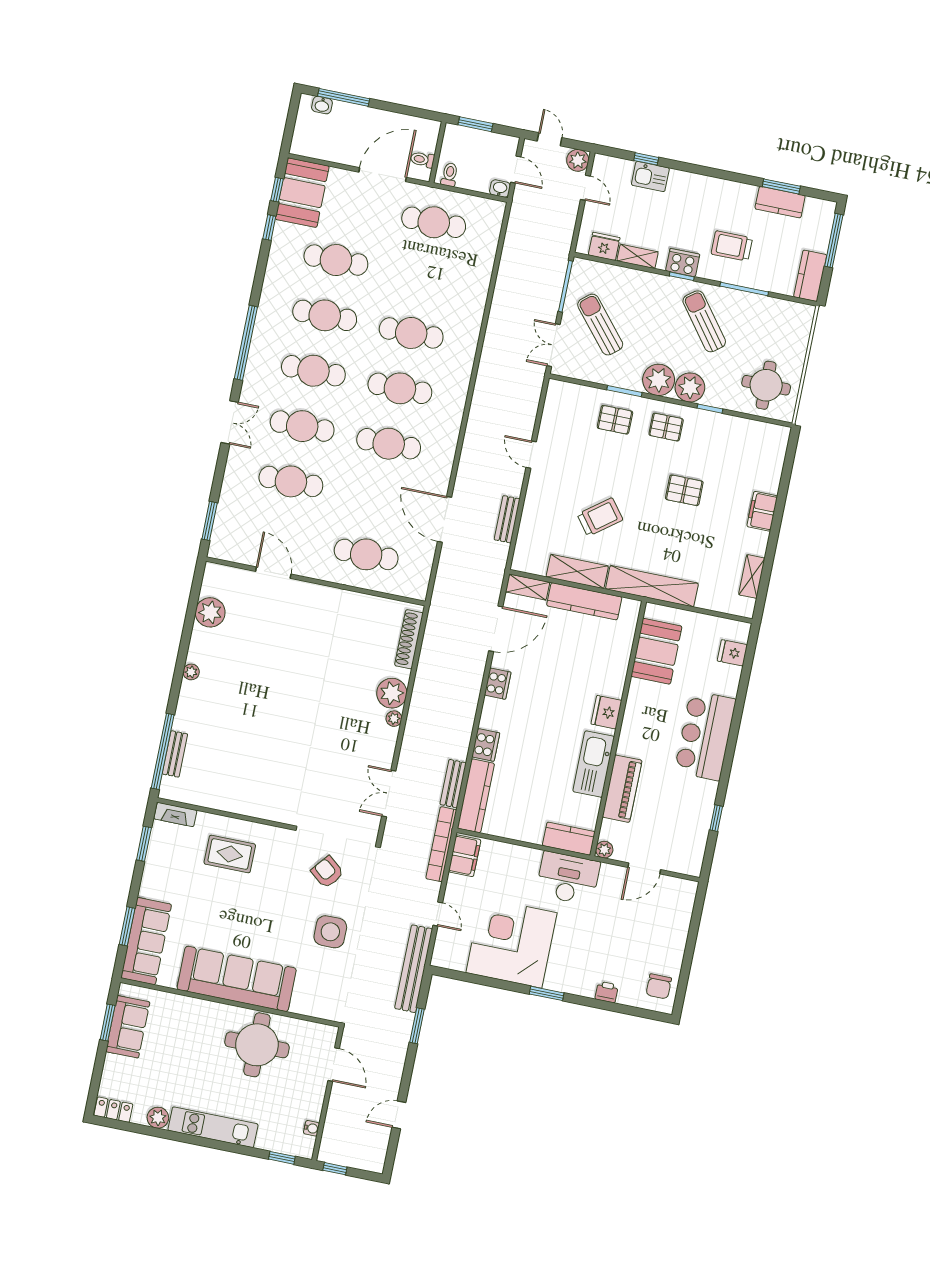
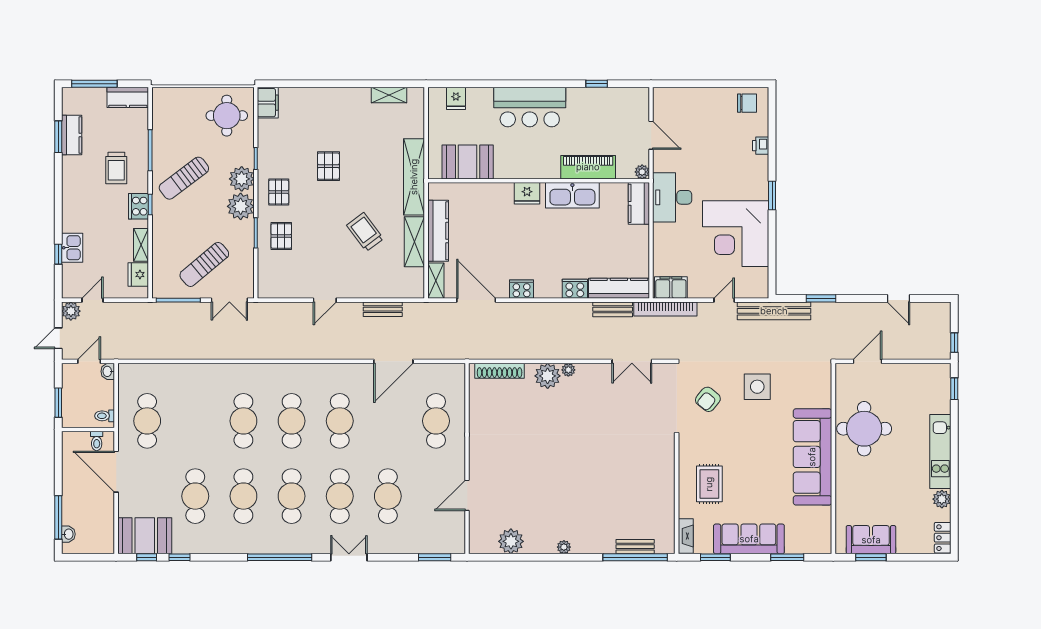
filing cabinet: (762, 511) -> (268, 103), moved, turned -90
sofa: (146, 941) -> (749, 539), moved
water cooler: (312, 1128) -> (925, 369), removed

